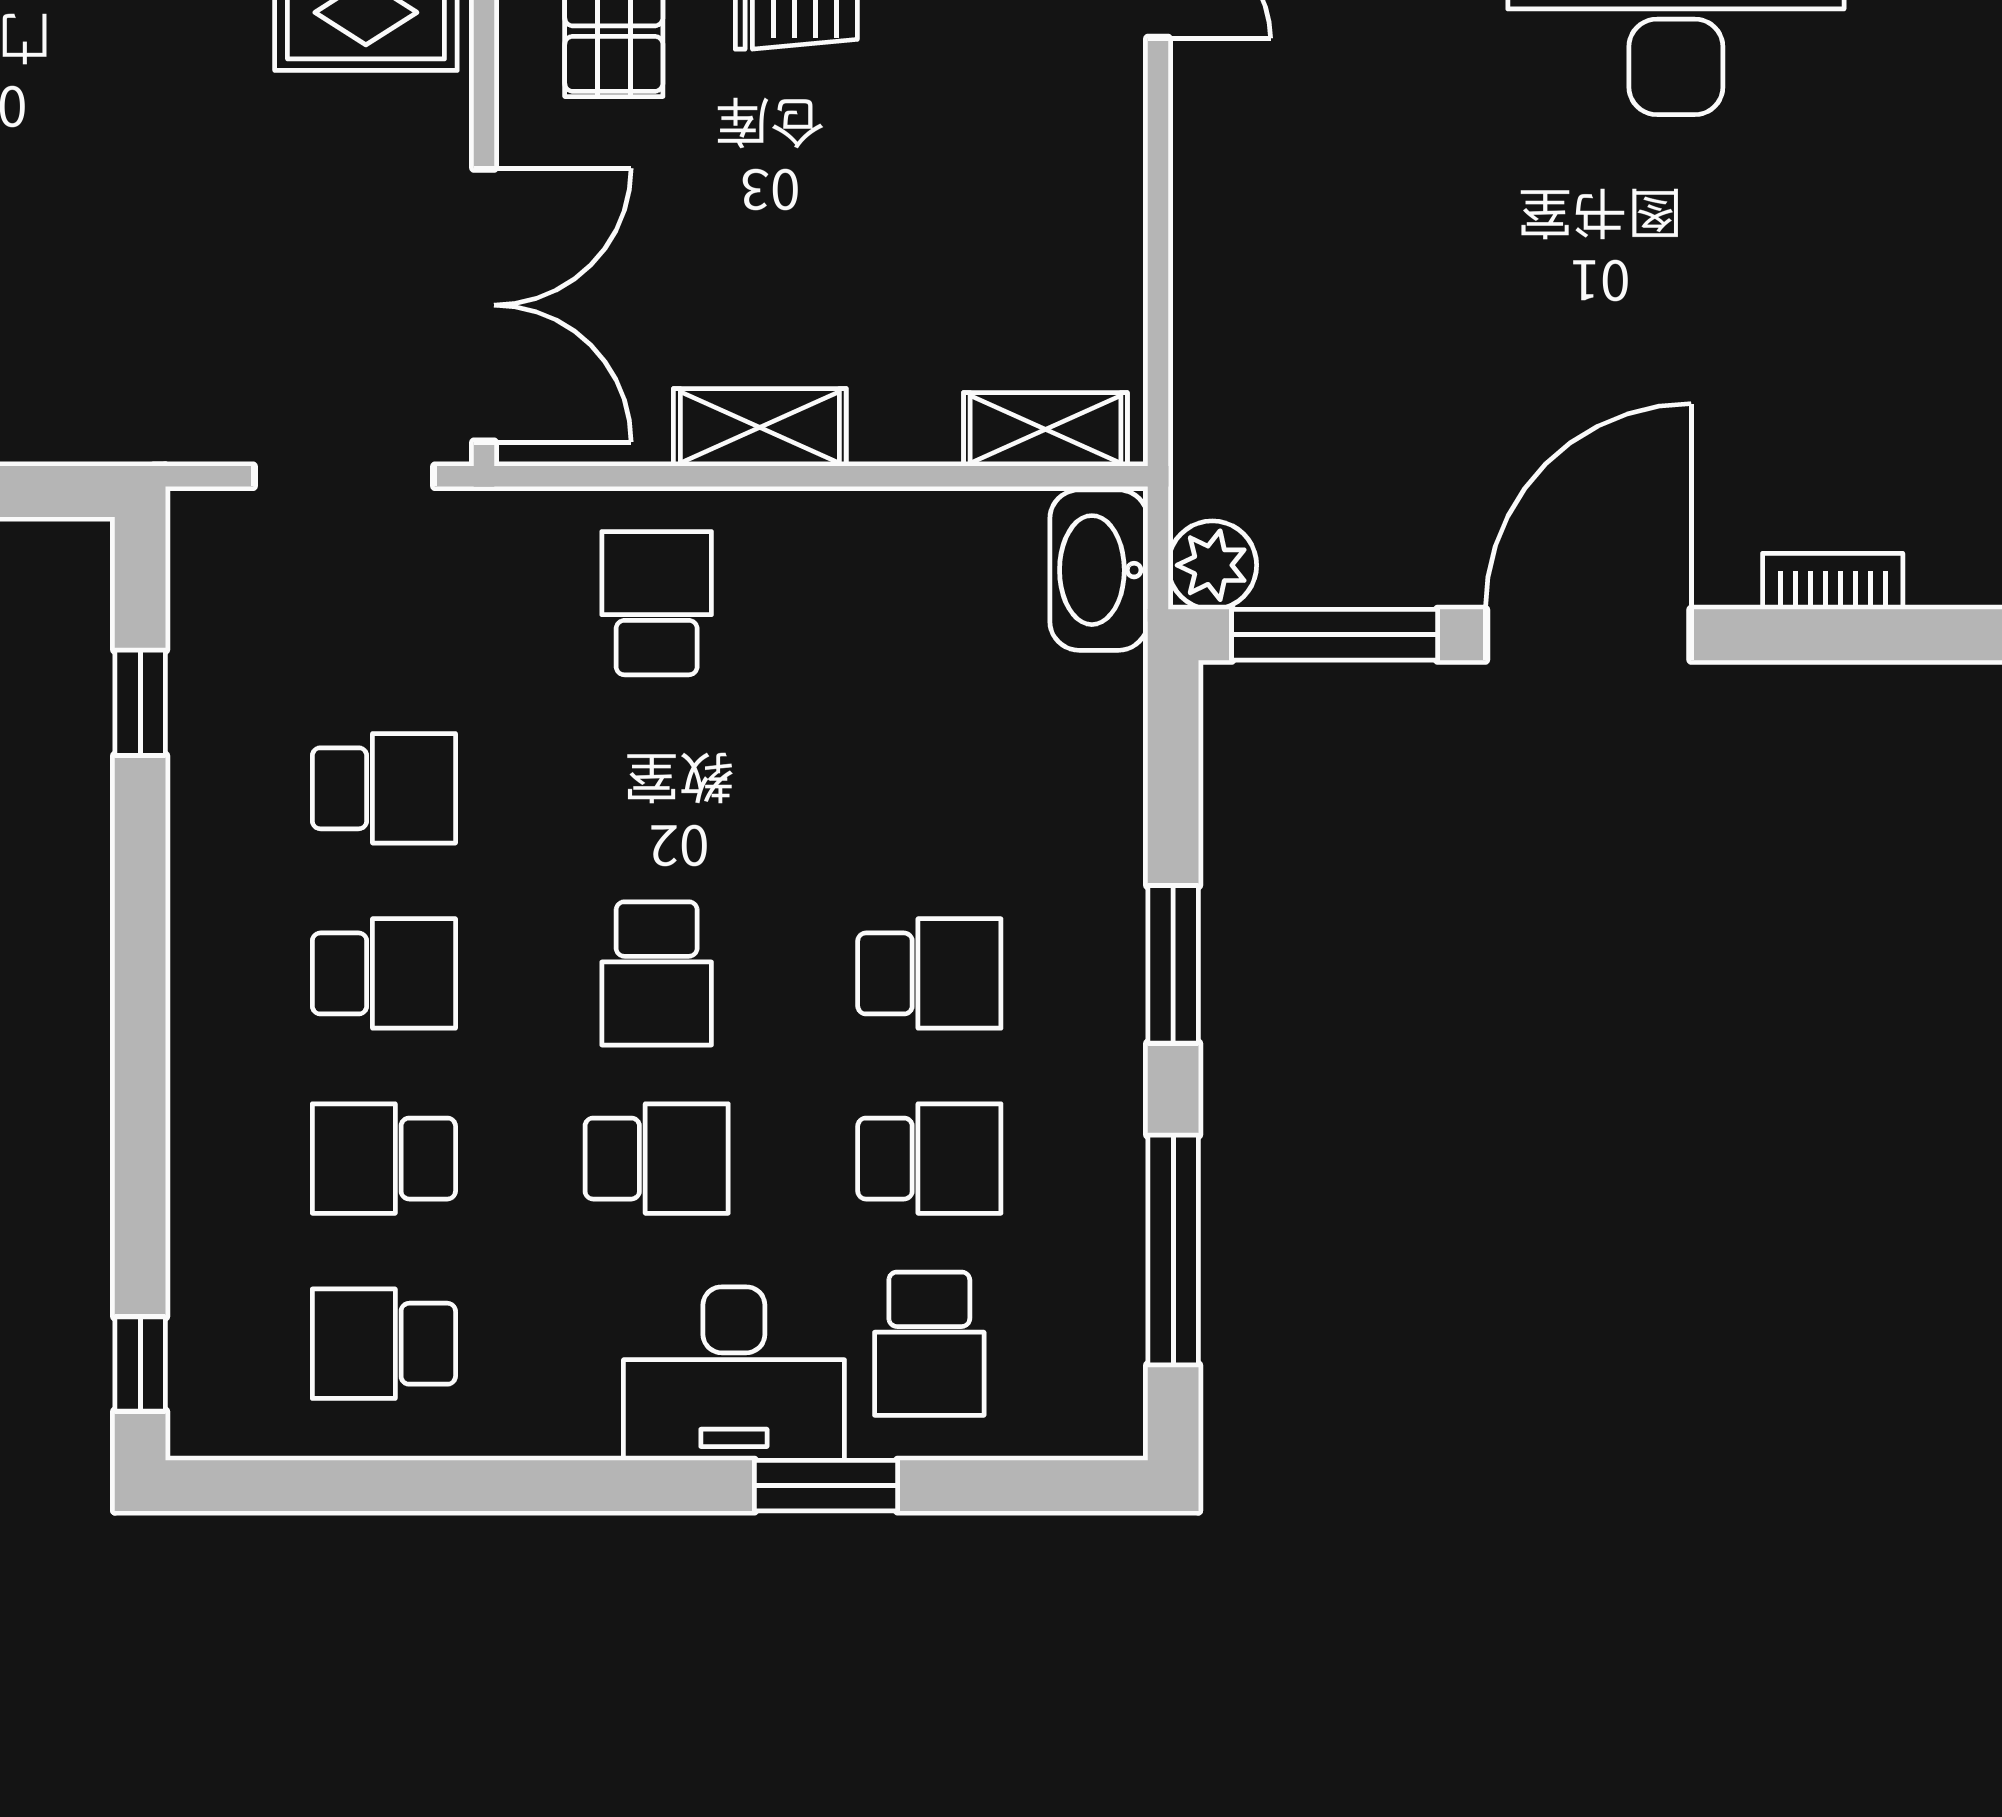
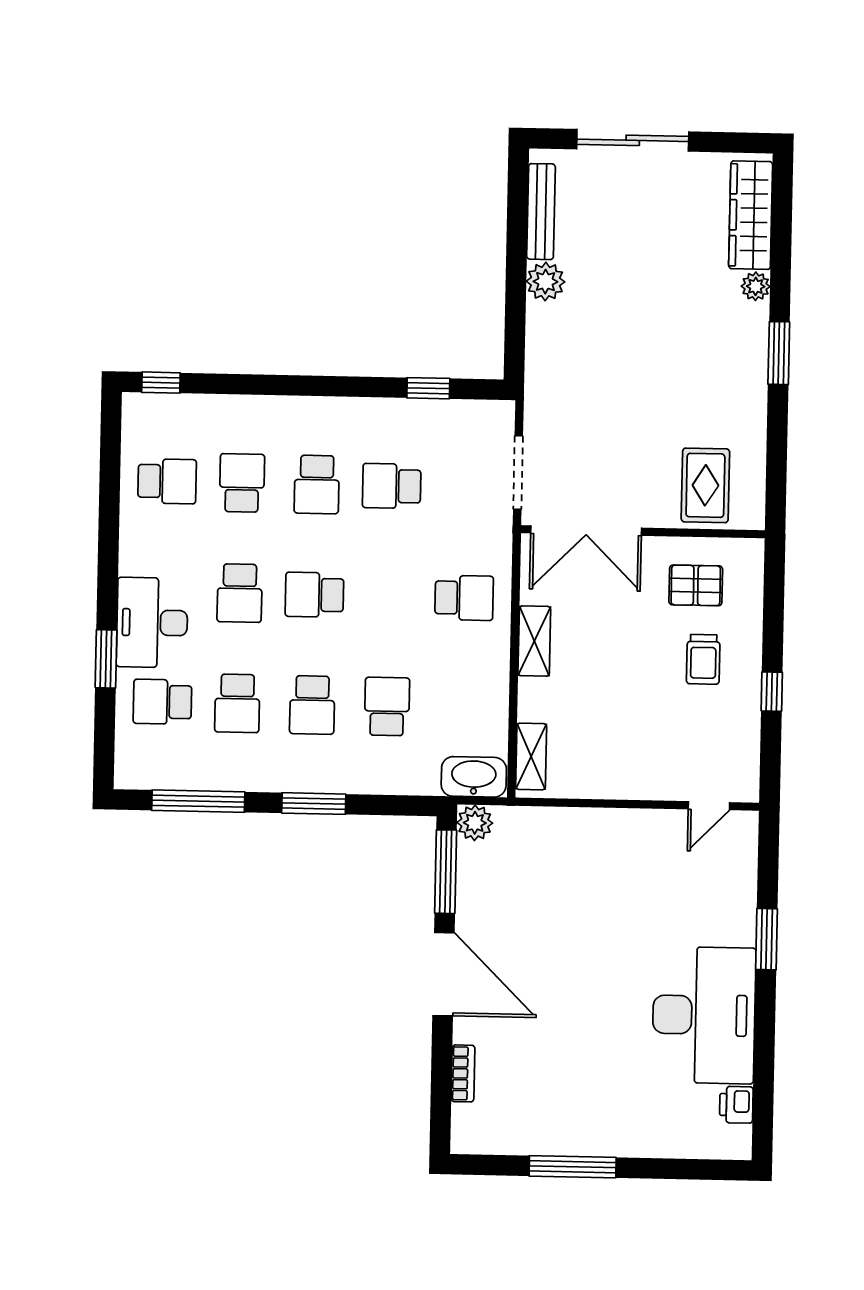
school desk: (384, 788) -> (392, 486), turned 90
school desk: (929, 788) -> (387, 707), added
school desk: (384, 1344) -> (167, 481), turned 90

